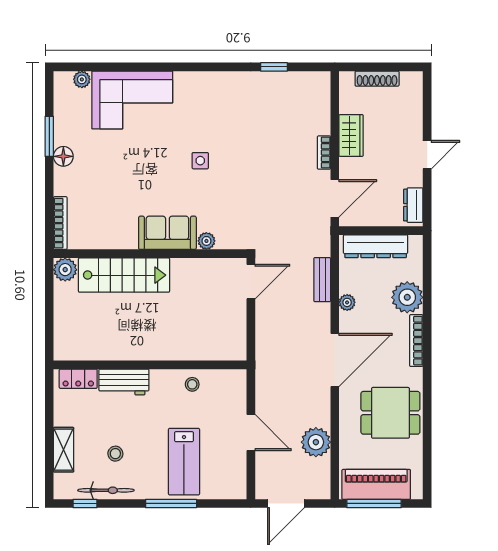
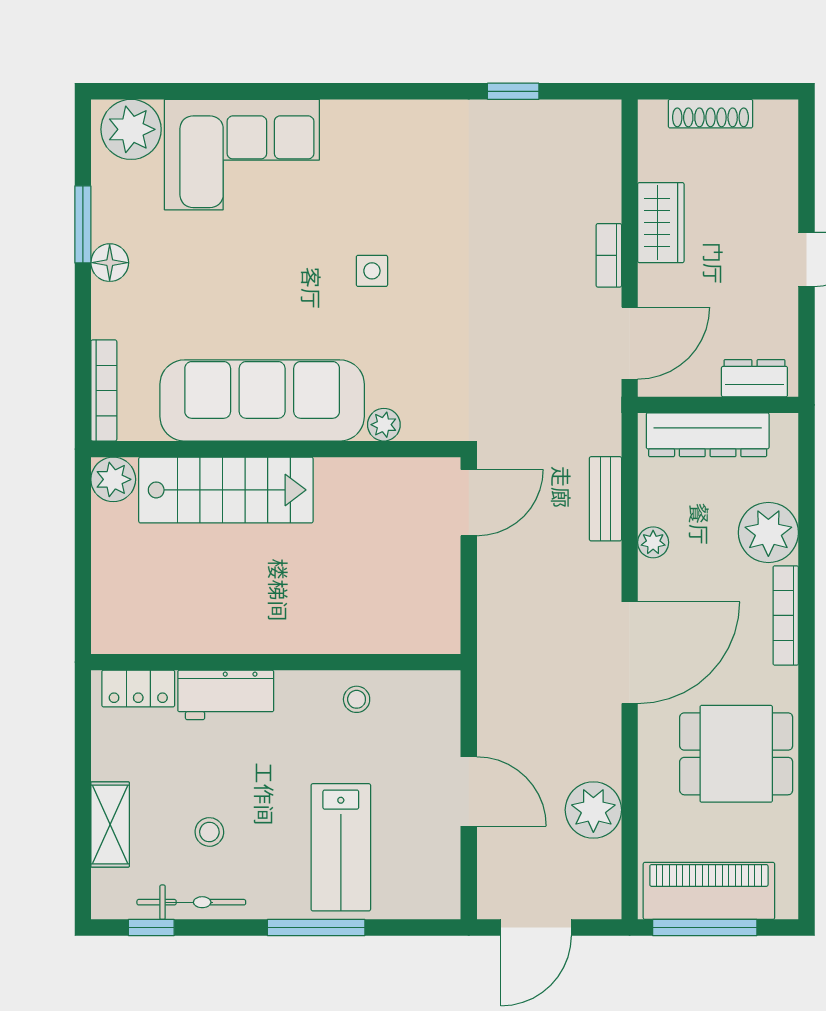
plant: (82, 79) -> (131, 129), width x1.88, depth x1.88
dresser: (413, 205) -> (754, 378), moved, turned 90
sofa: (167, 233) -> (262, 400), width x1.85, depth x1.27

